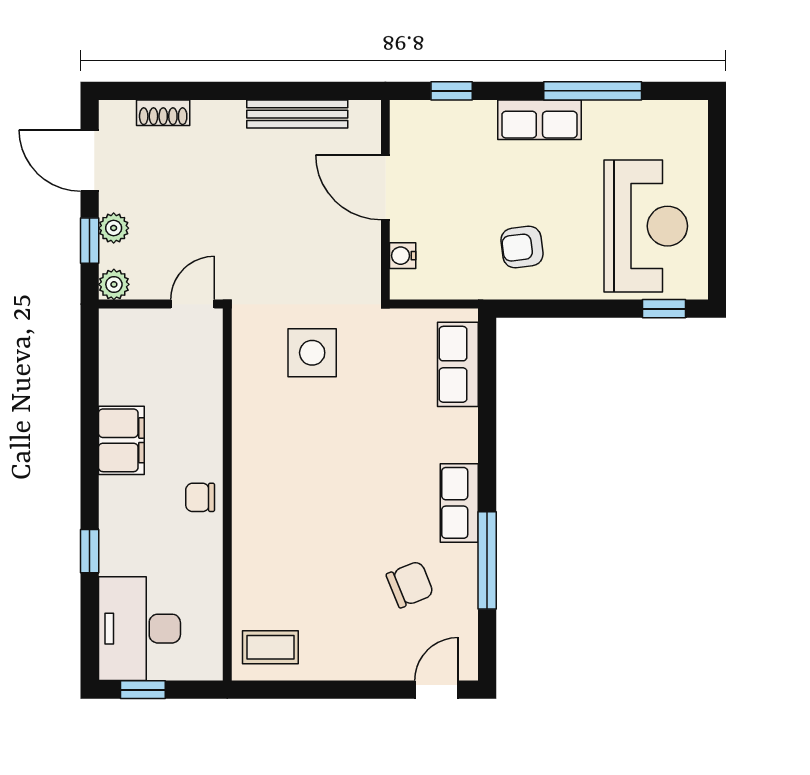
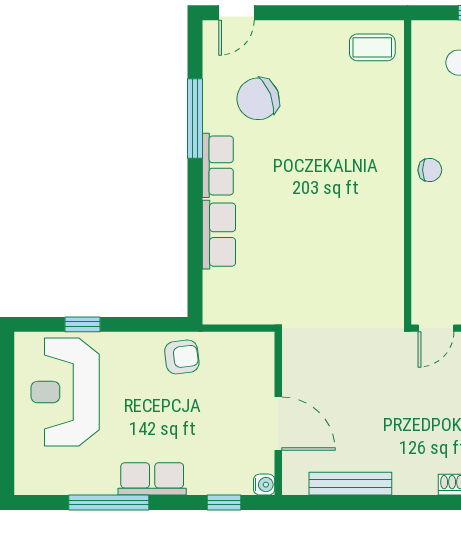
armchair: (522, 247) -> (182, 357), moved
water cooler: (403, 256) -> (264, 485), moved
window: (664, 309) -> (83, 324), moved
side table: (312, 353) -> (338, 288), removed
row of seats: (458, 364) -> (219, 235), moved
chair: (410, 584) -> (258, 99), width x1.37, depth x1.37

